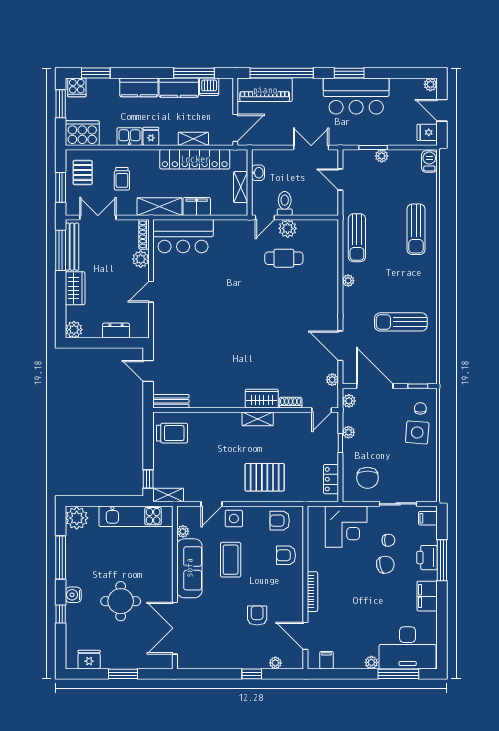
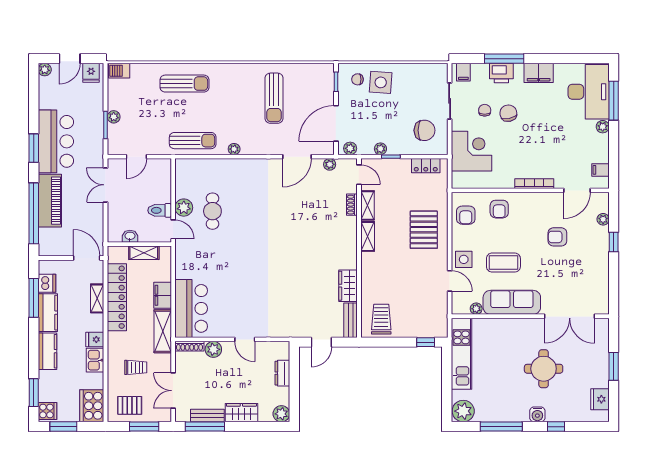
piano: (265, 90) -> (50, 201), moved
bench: (72, 247) -> (207, 416), width x0.73
wardrobe: (262, 399) -> (348, 286), moved
shelving: (168, 495) -> (367, 205), moved

